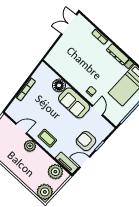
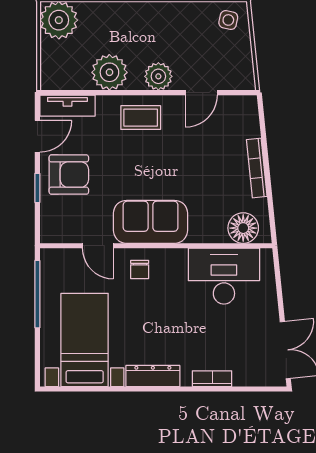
desk: (67, 65) -> (224, 276), added
floor lamp: (59, 85) -> (243, 228), moved
plant: (55, 172) -> (109, 72), moved

